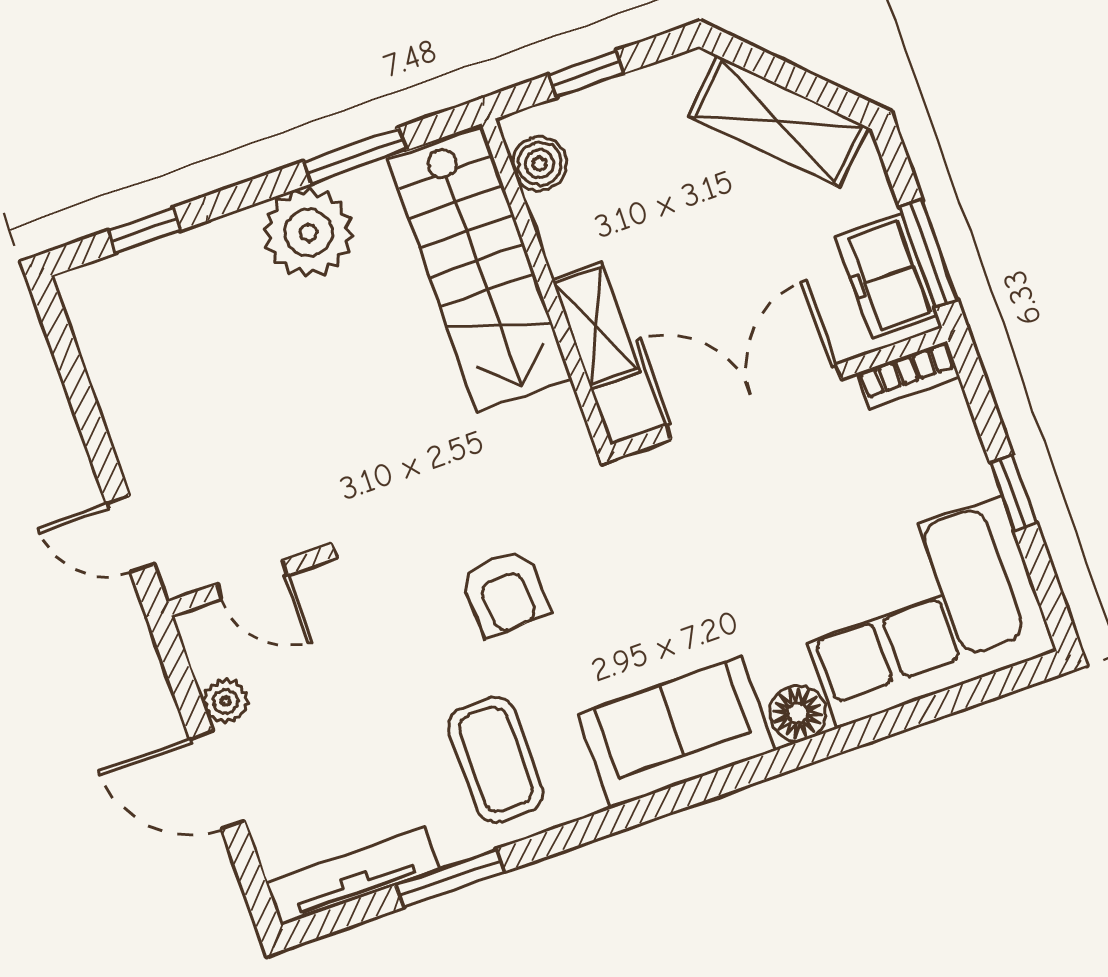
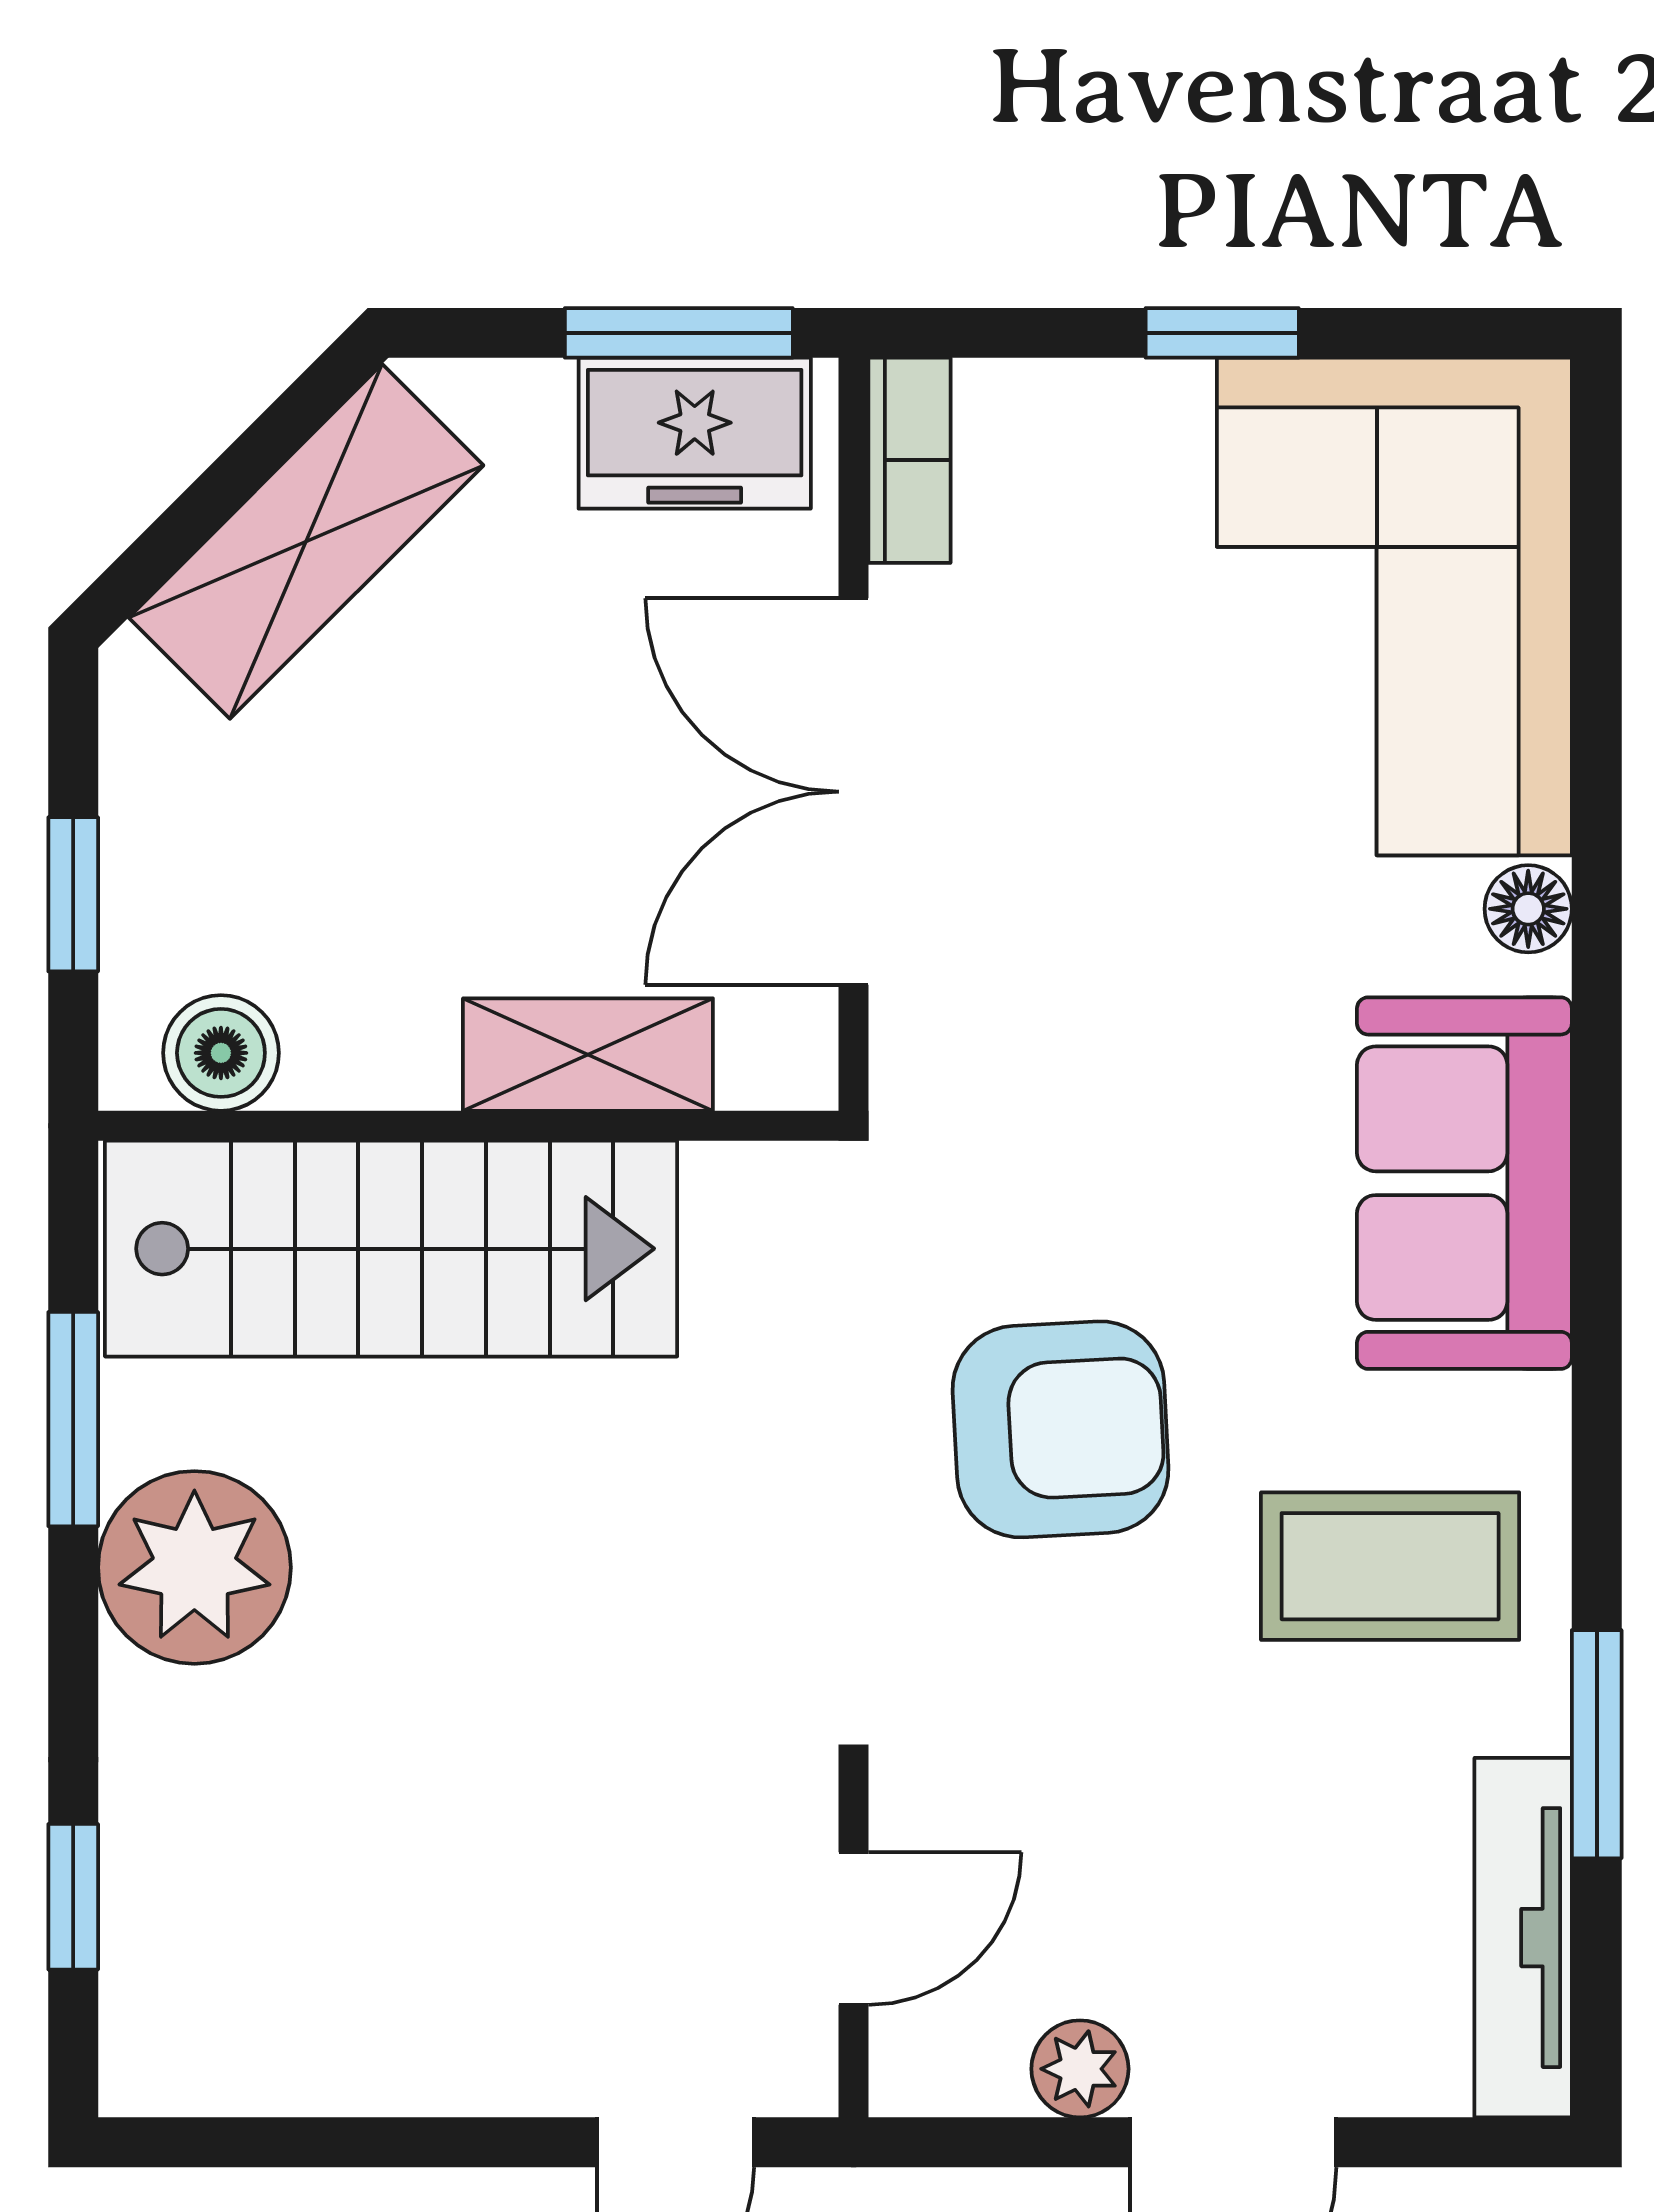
armchair: (505, 593) -> (1061, 1429), width x1.38, depth x1.38
floor lamp: (798, 713) -> (1528, 909), width x0.73, depth x0.73

